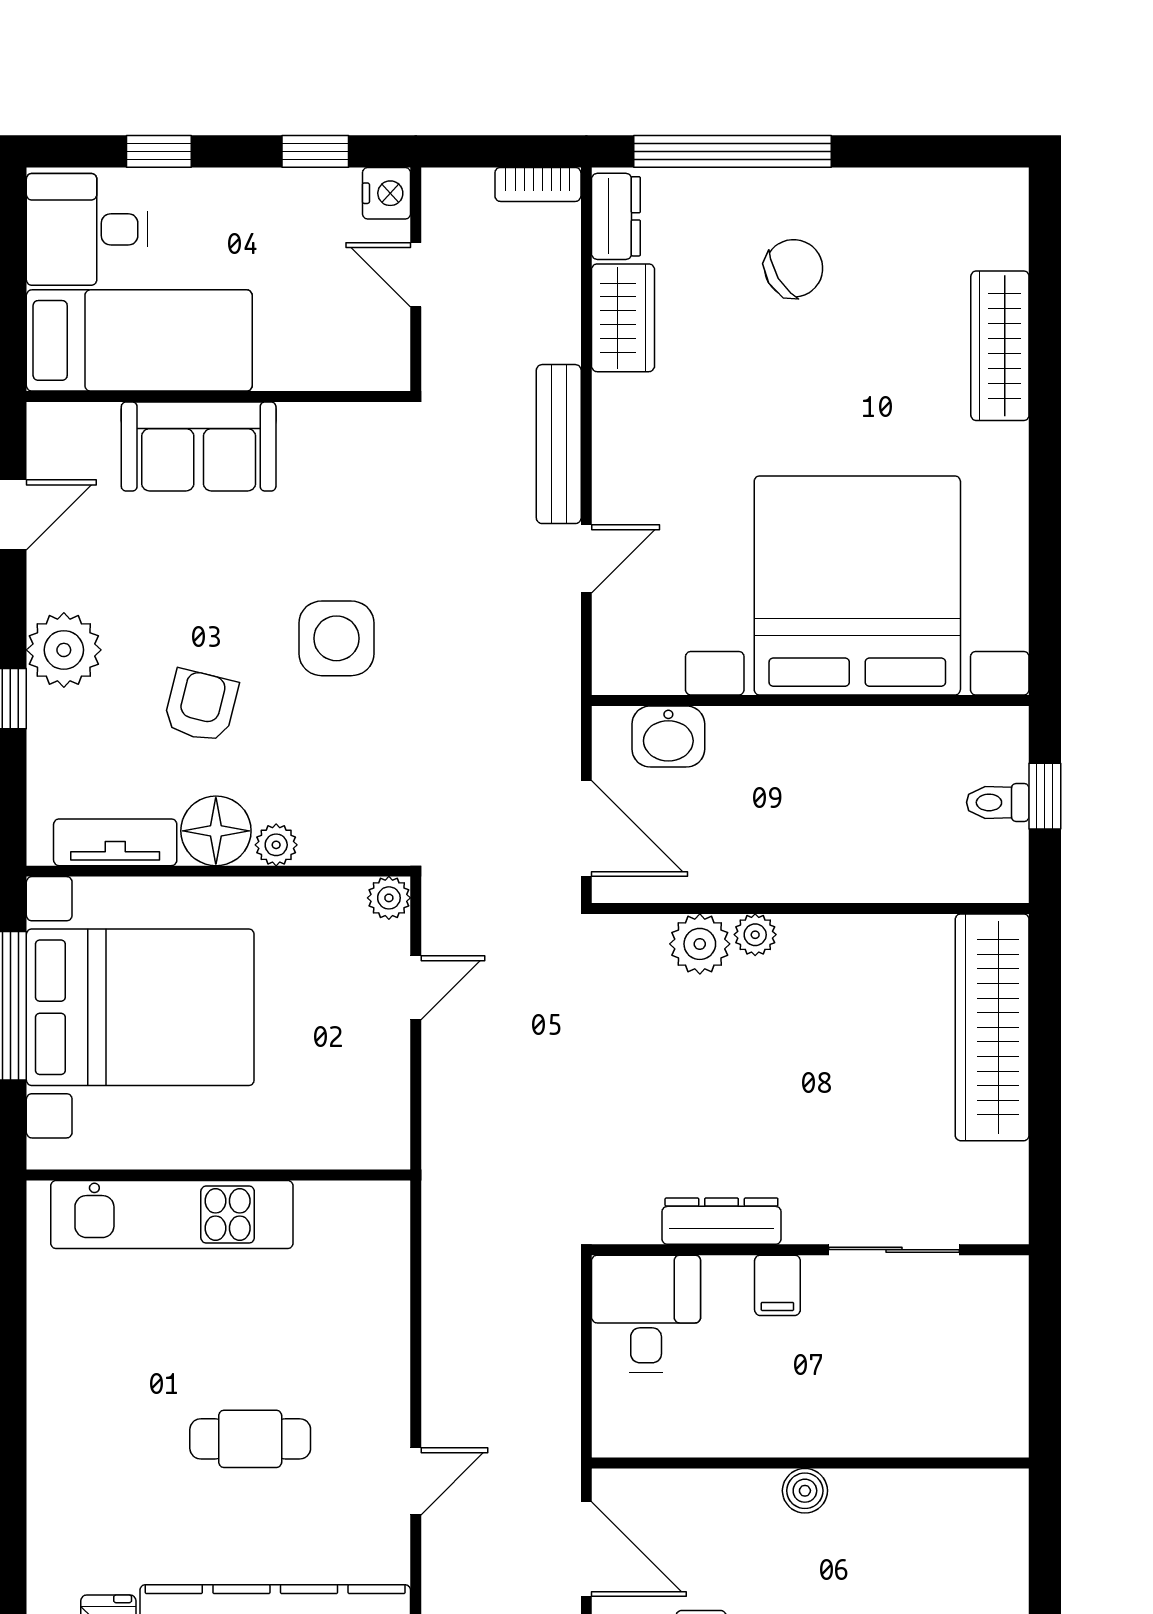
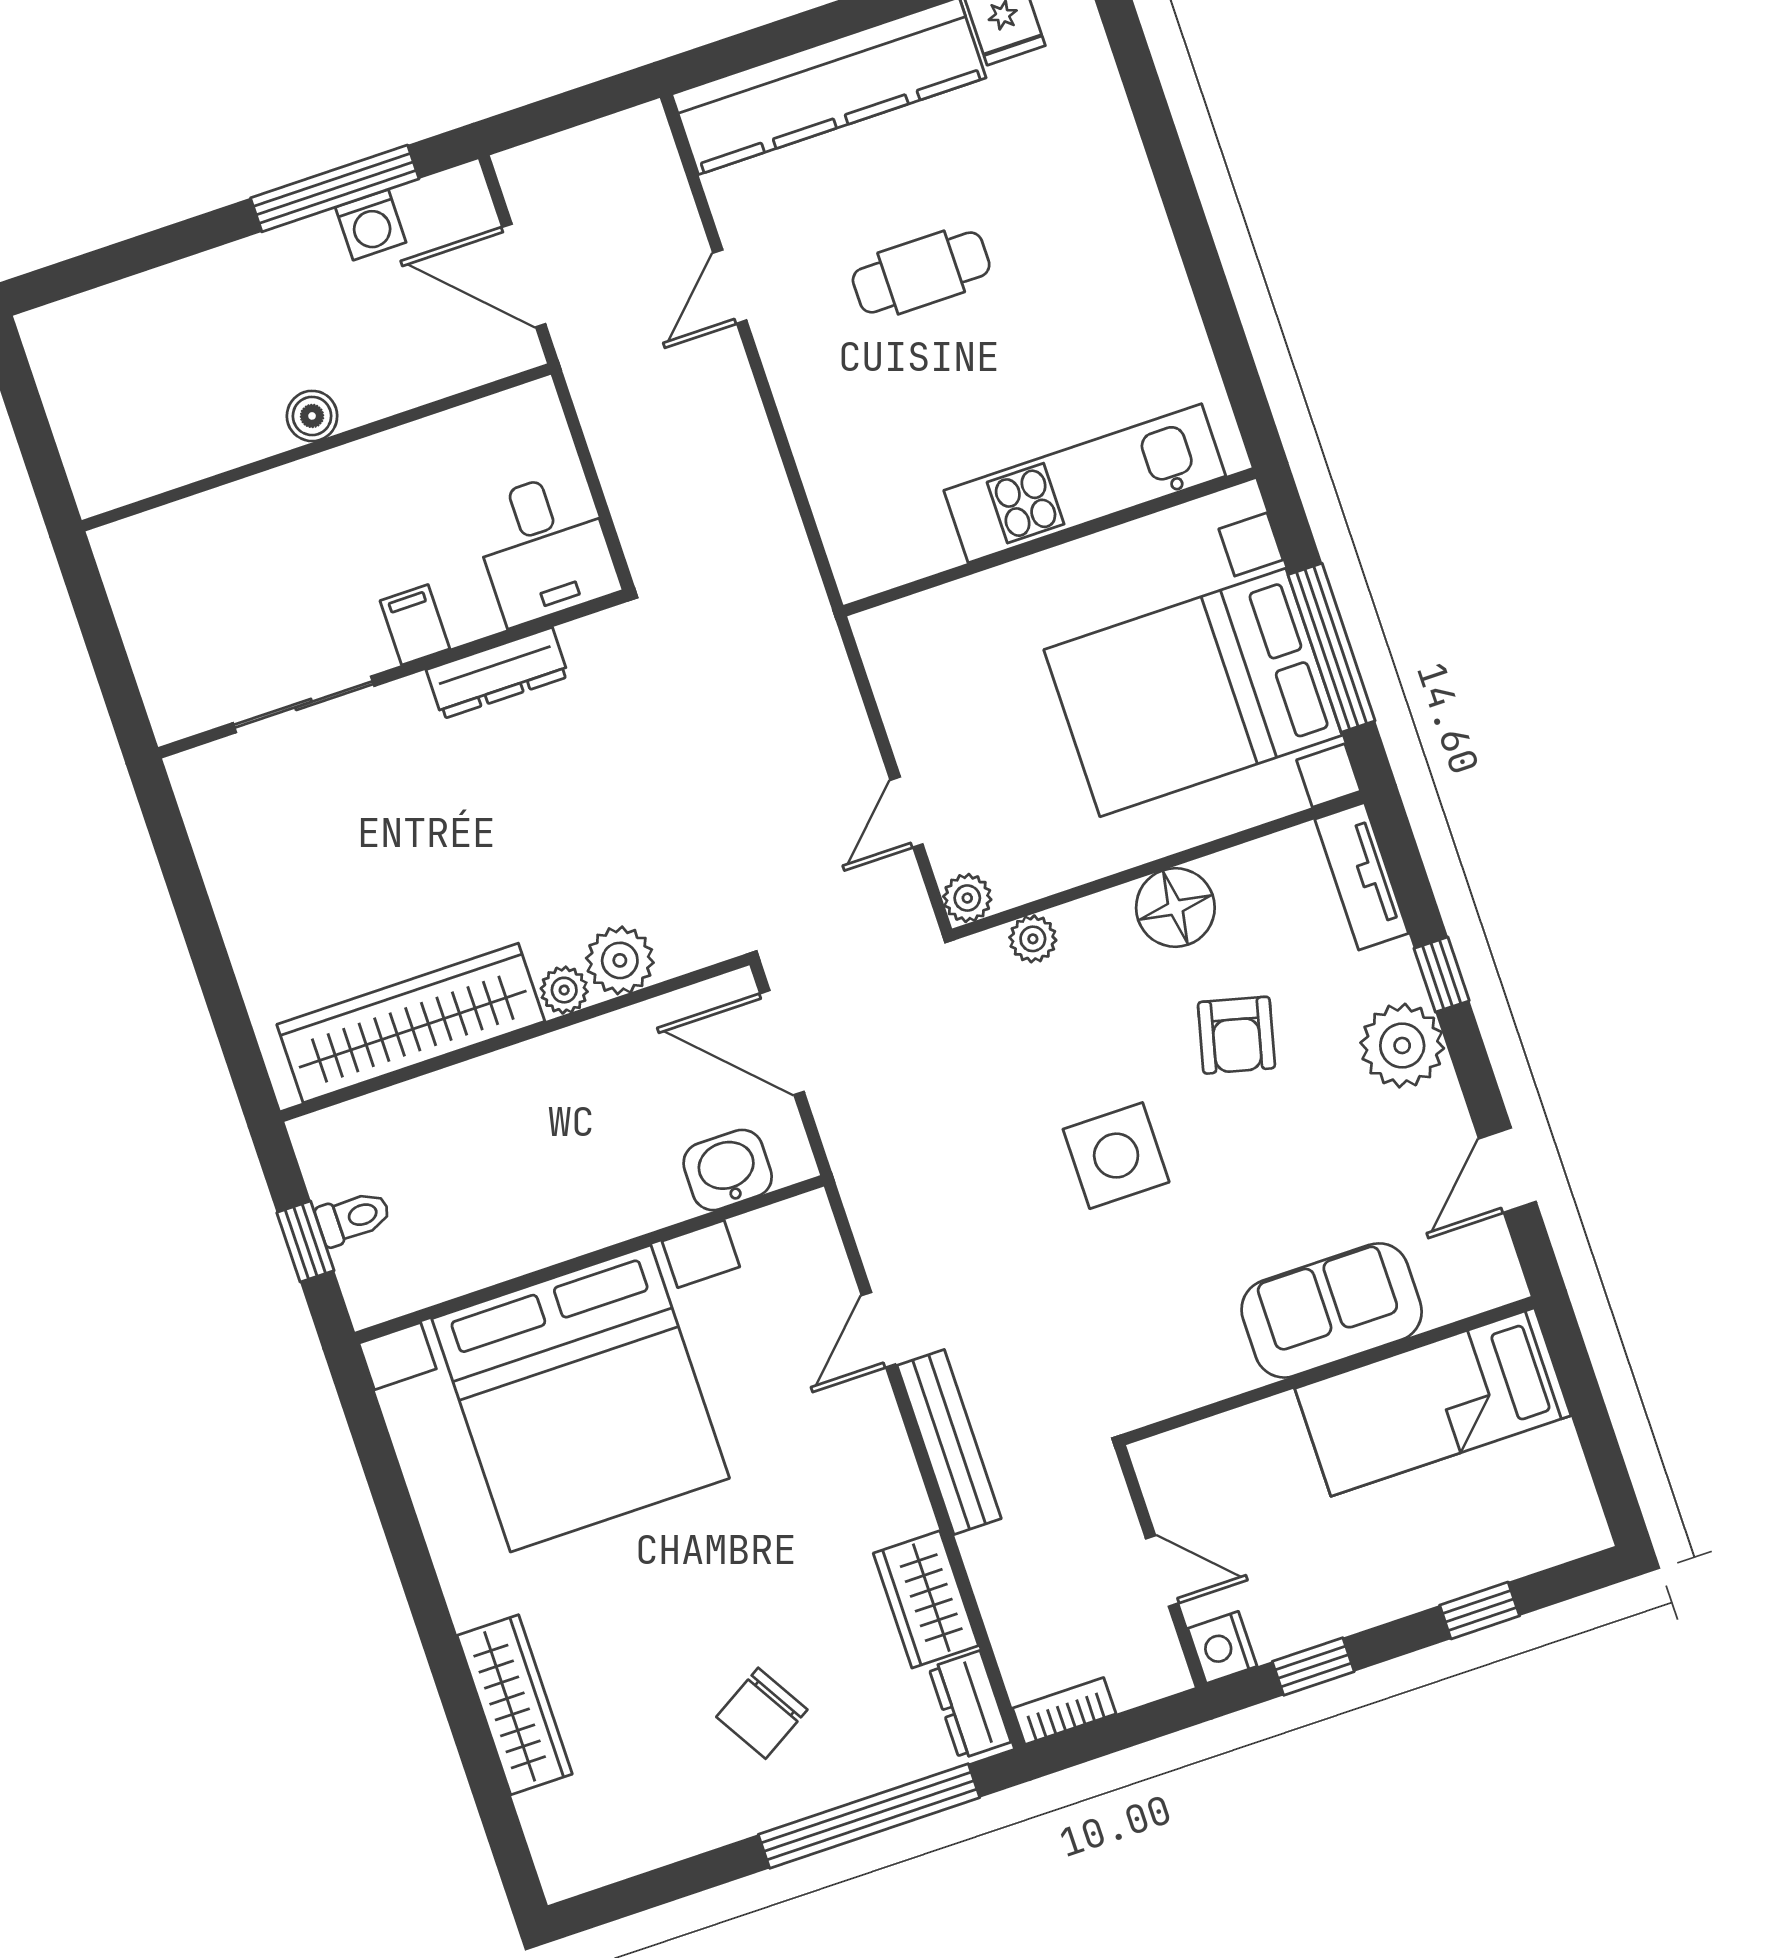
desk: (87, 229) -> (1528, 1502), removed
tv unit: (115, 842) -> (1362, 876), moved, turned 90
plant: (276, 845) -> (1033, 939), moved
wardrobe: (992, 1027) -> (411, 1023), moved, turned -90

